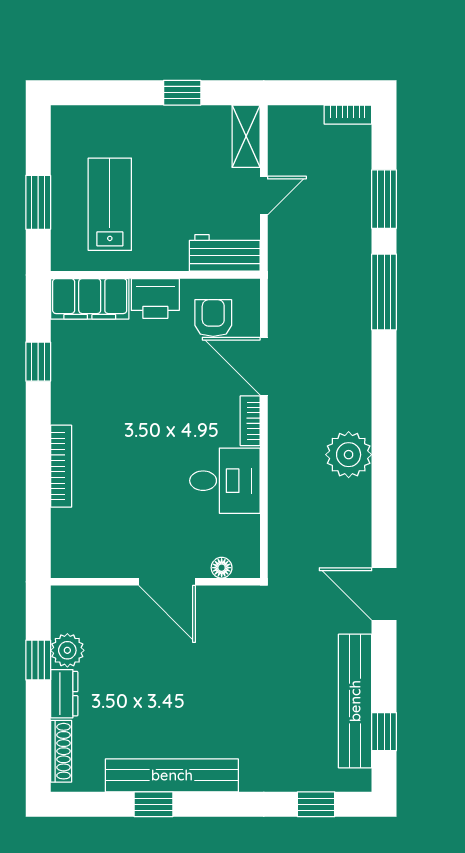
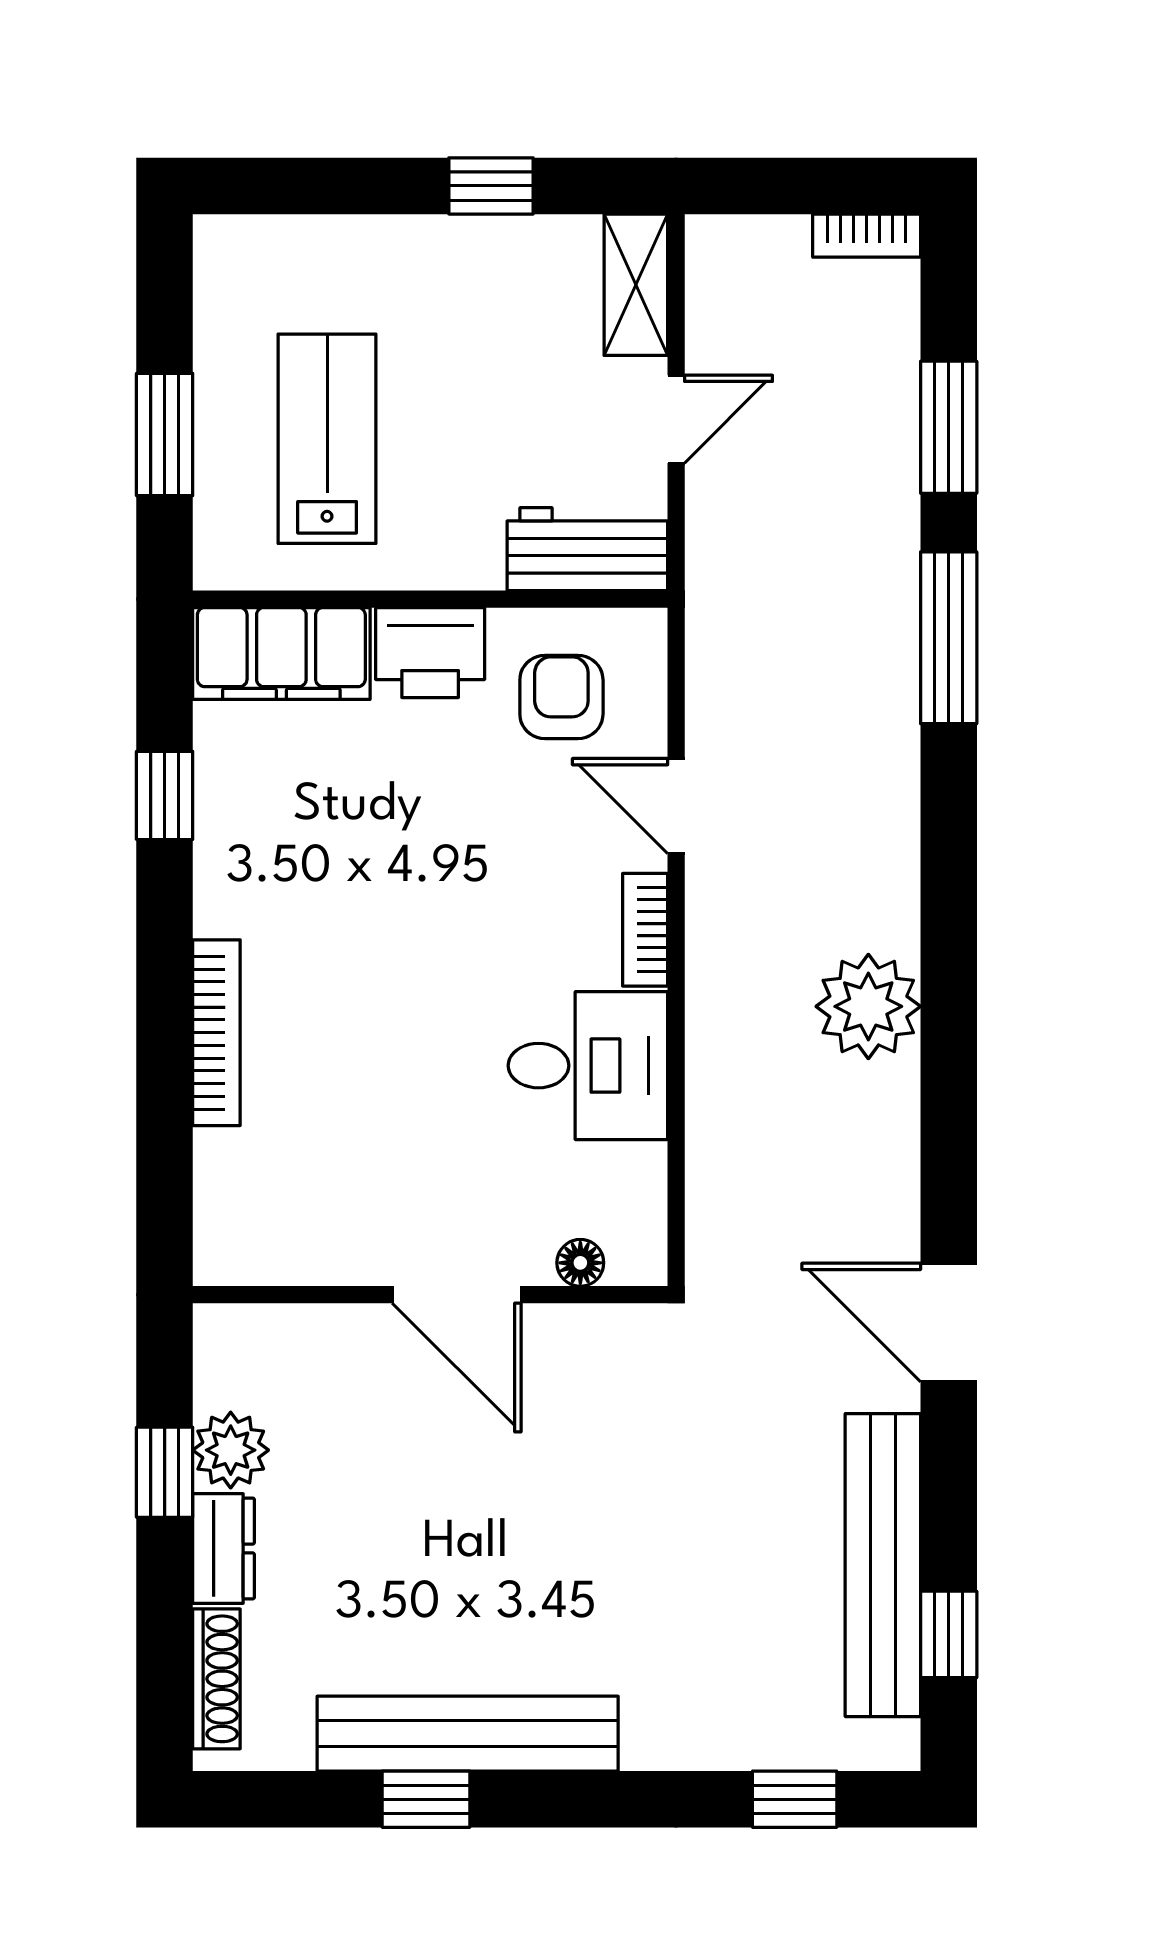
door: (264, 366) -> (676, 806), width x0.73

